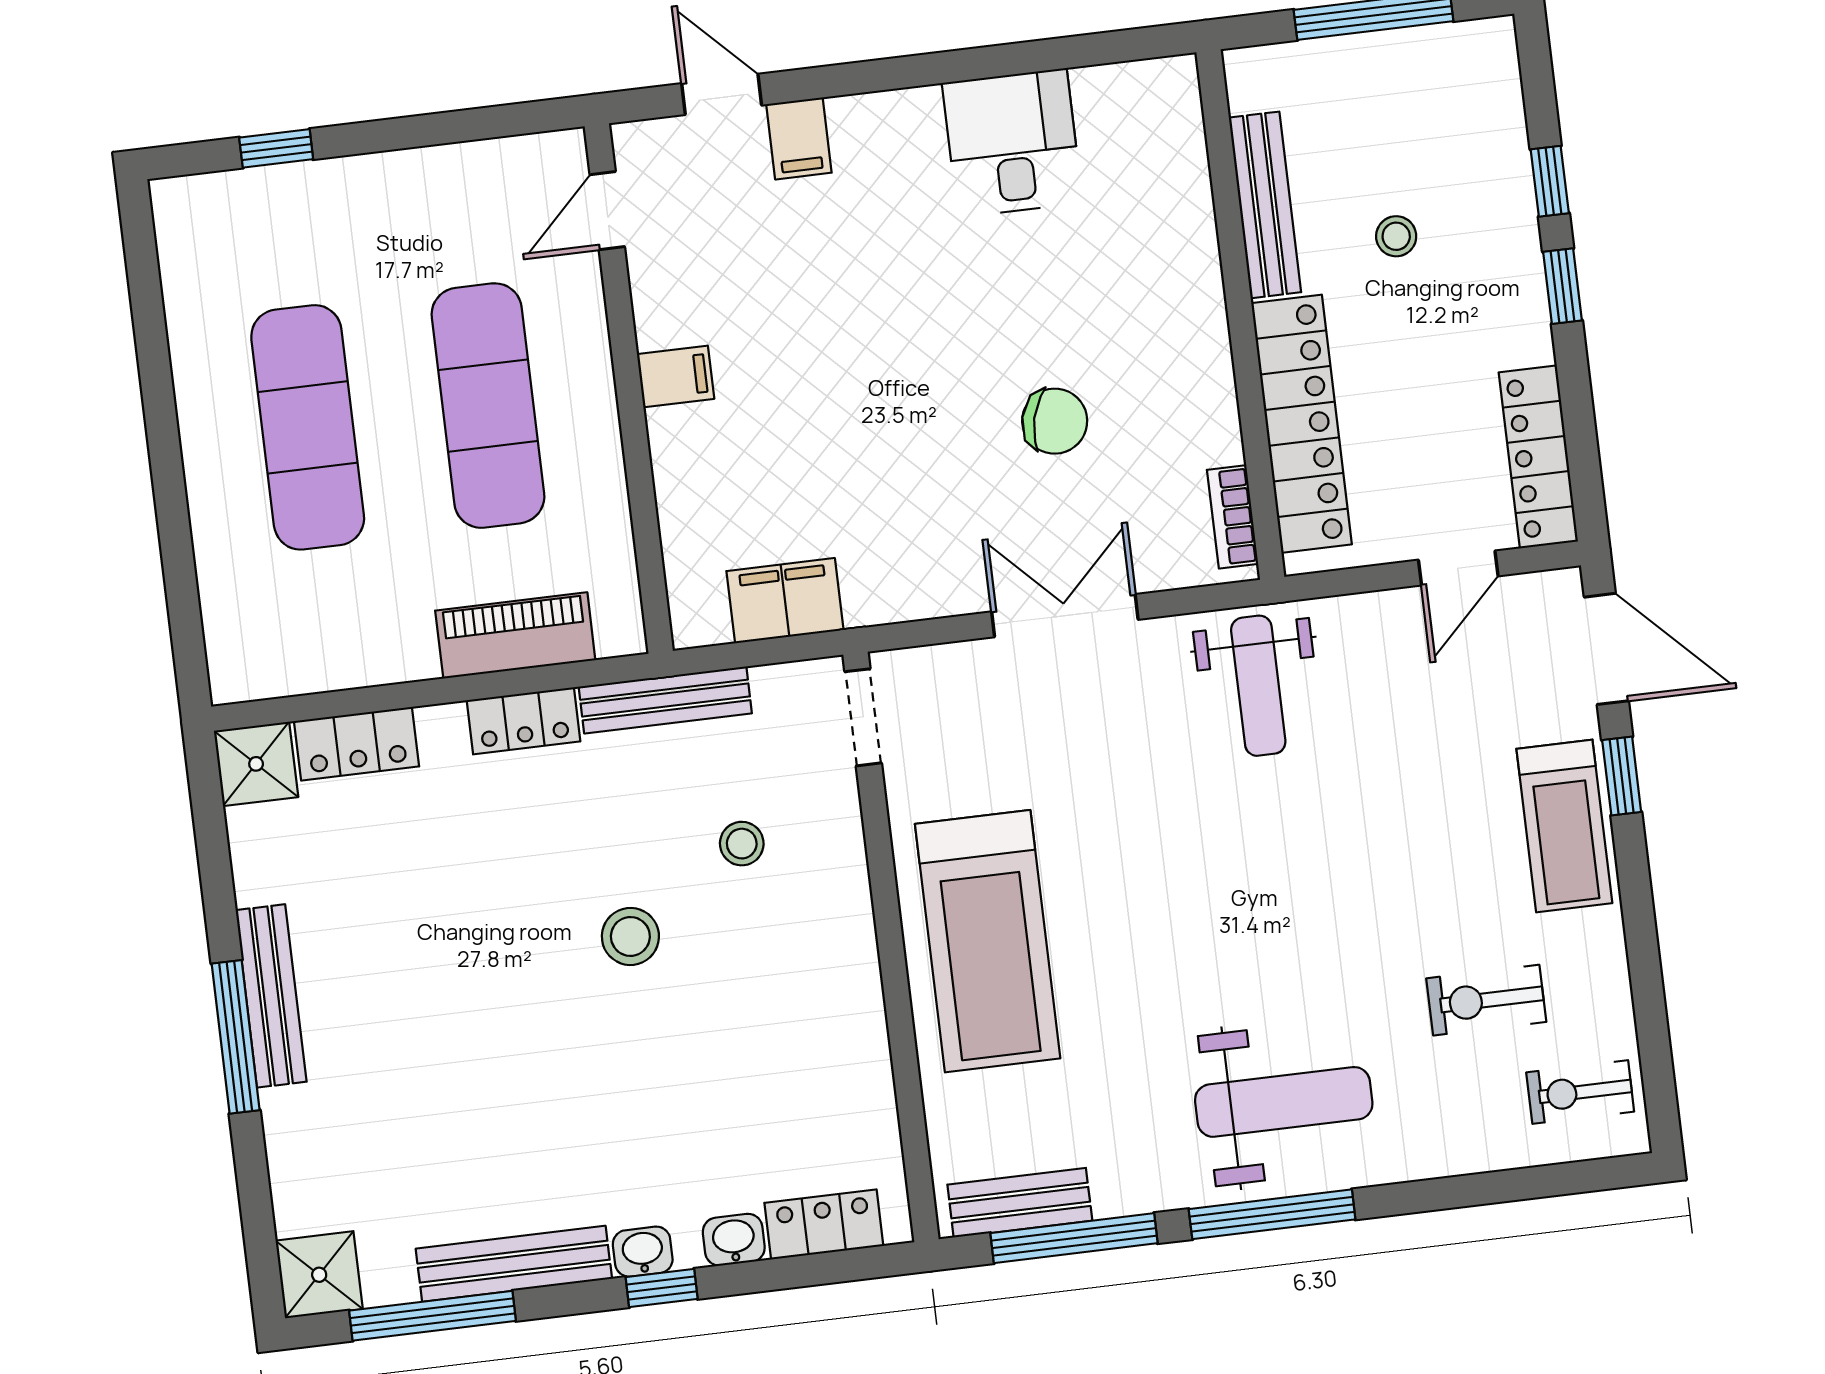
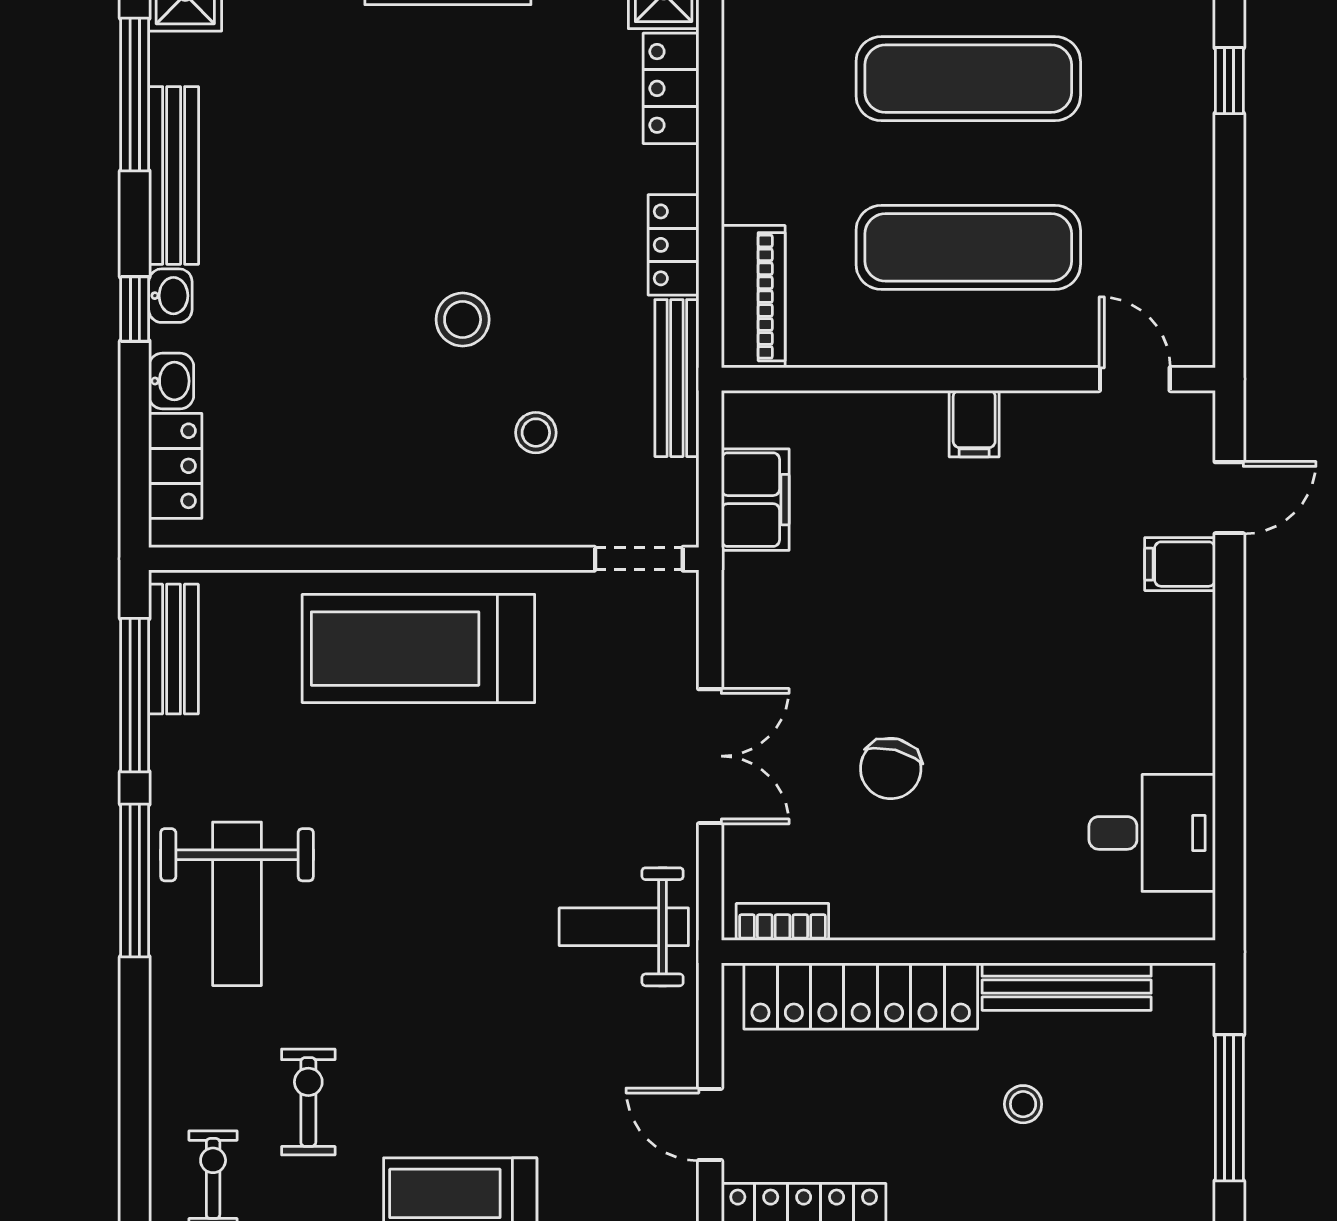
desk: (1012, 143) -> (1152, 833), moved
piano: (515, 635) -> (753, 297), moved

